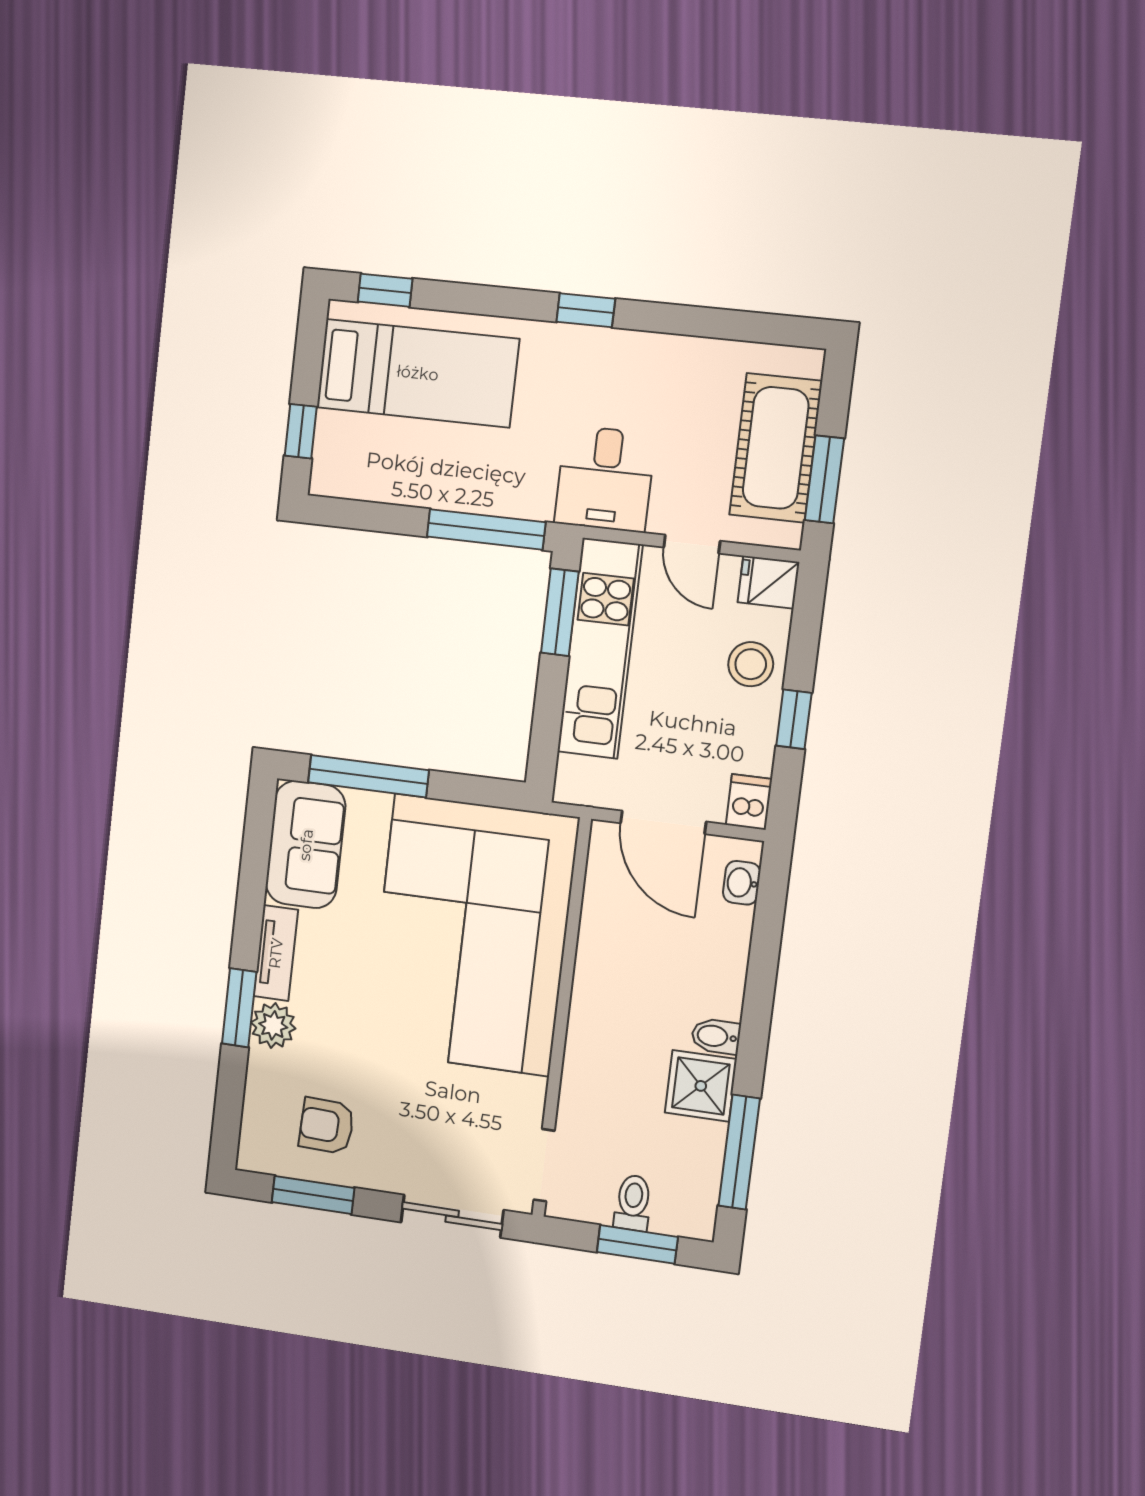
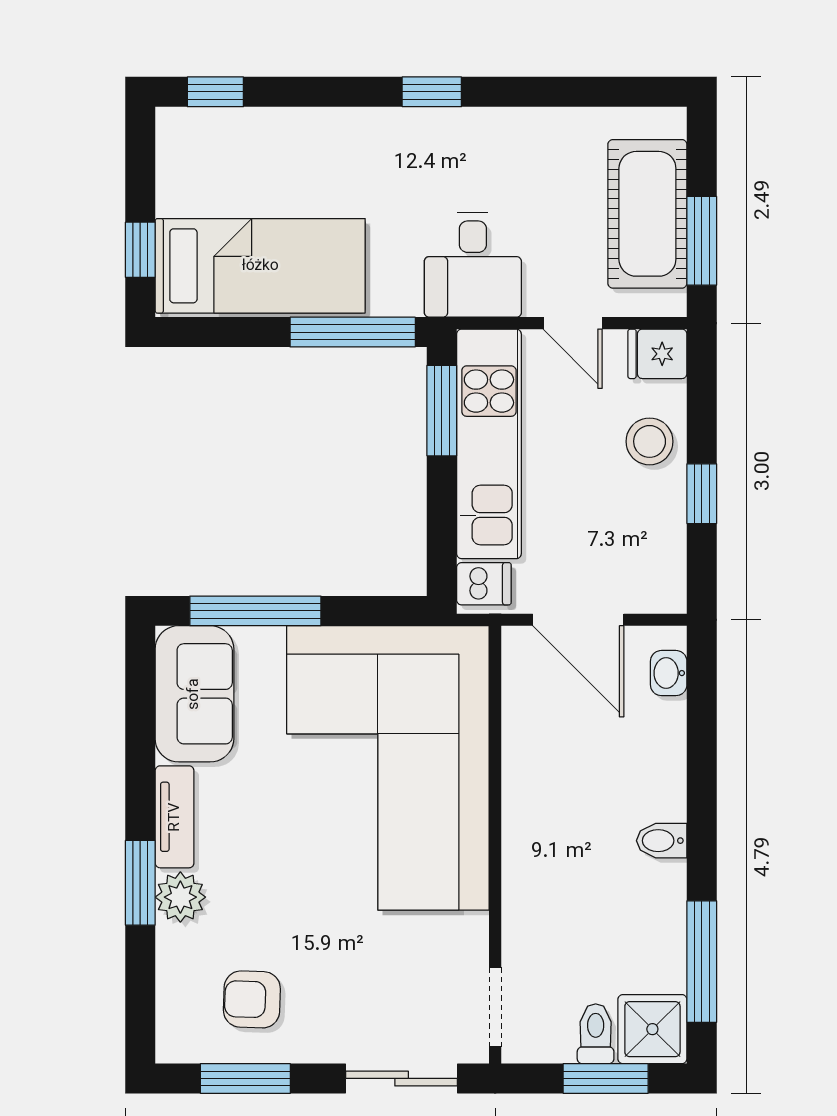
bed: (418, 373) -> (260, 266), moved
dishwasher: (749, 802) -> (484, 584), moved, turned 90
shower: (701, 1086) -> (652, 1029), moved

